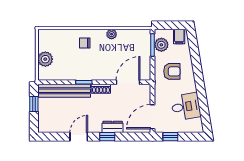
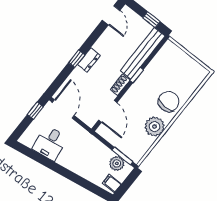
plant: (112, 34) -> (155, 127), width x1.87, depth x1.87
chair: (85, 43) -> (169, 102), width x1.87, depth x1.87
plant: (45, 59) -> (181, 59), removed
armchair: (172, 71) -> (88, 155), removed
dresser: (113, 127) -> (89, 60), moved
door: (79, 137) -> (111, 15), moved

